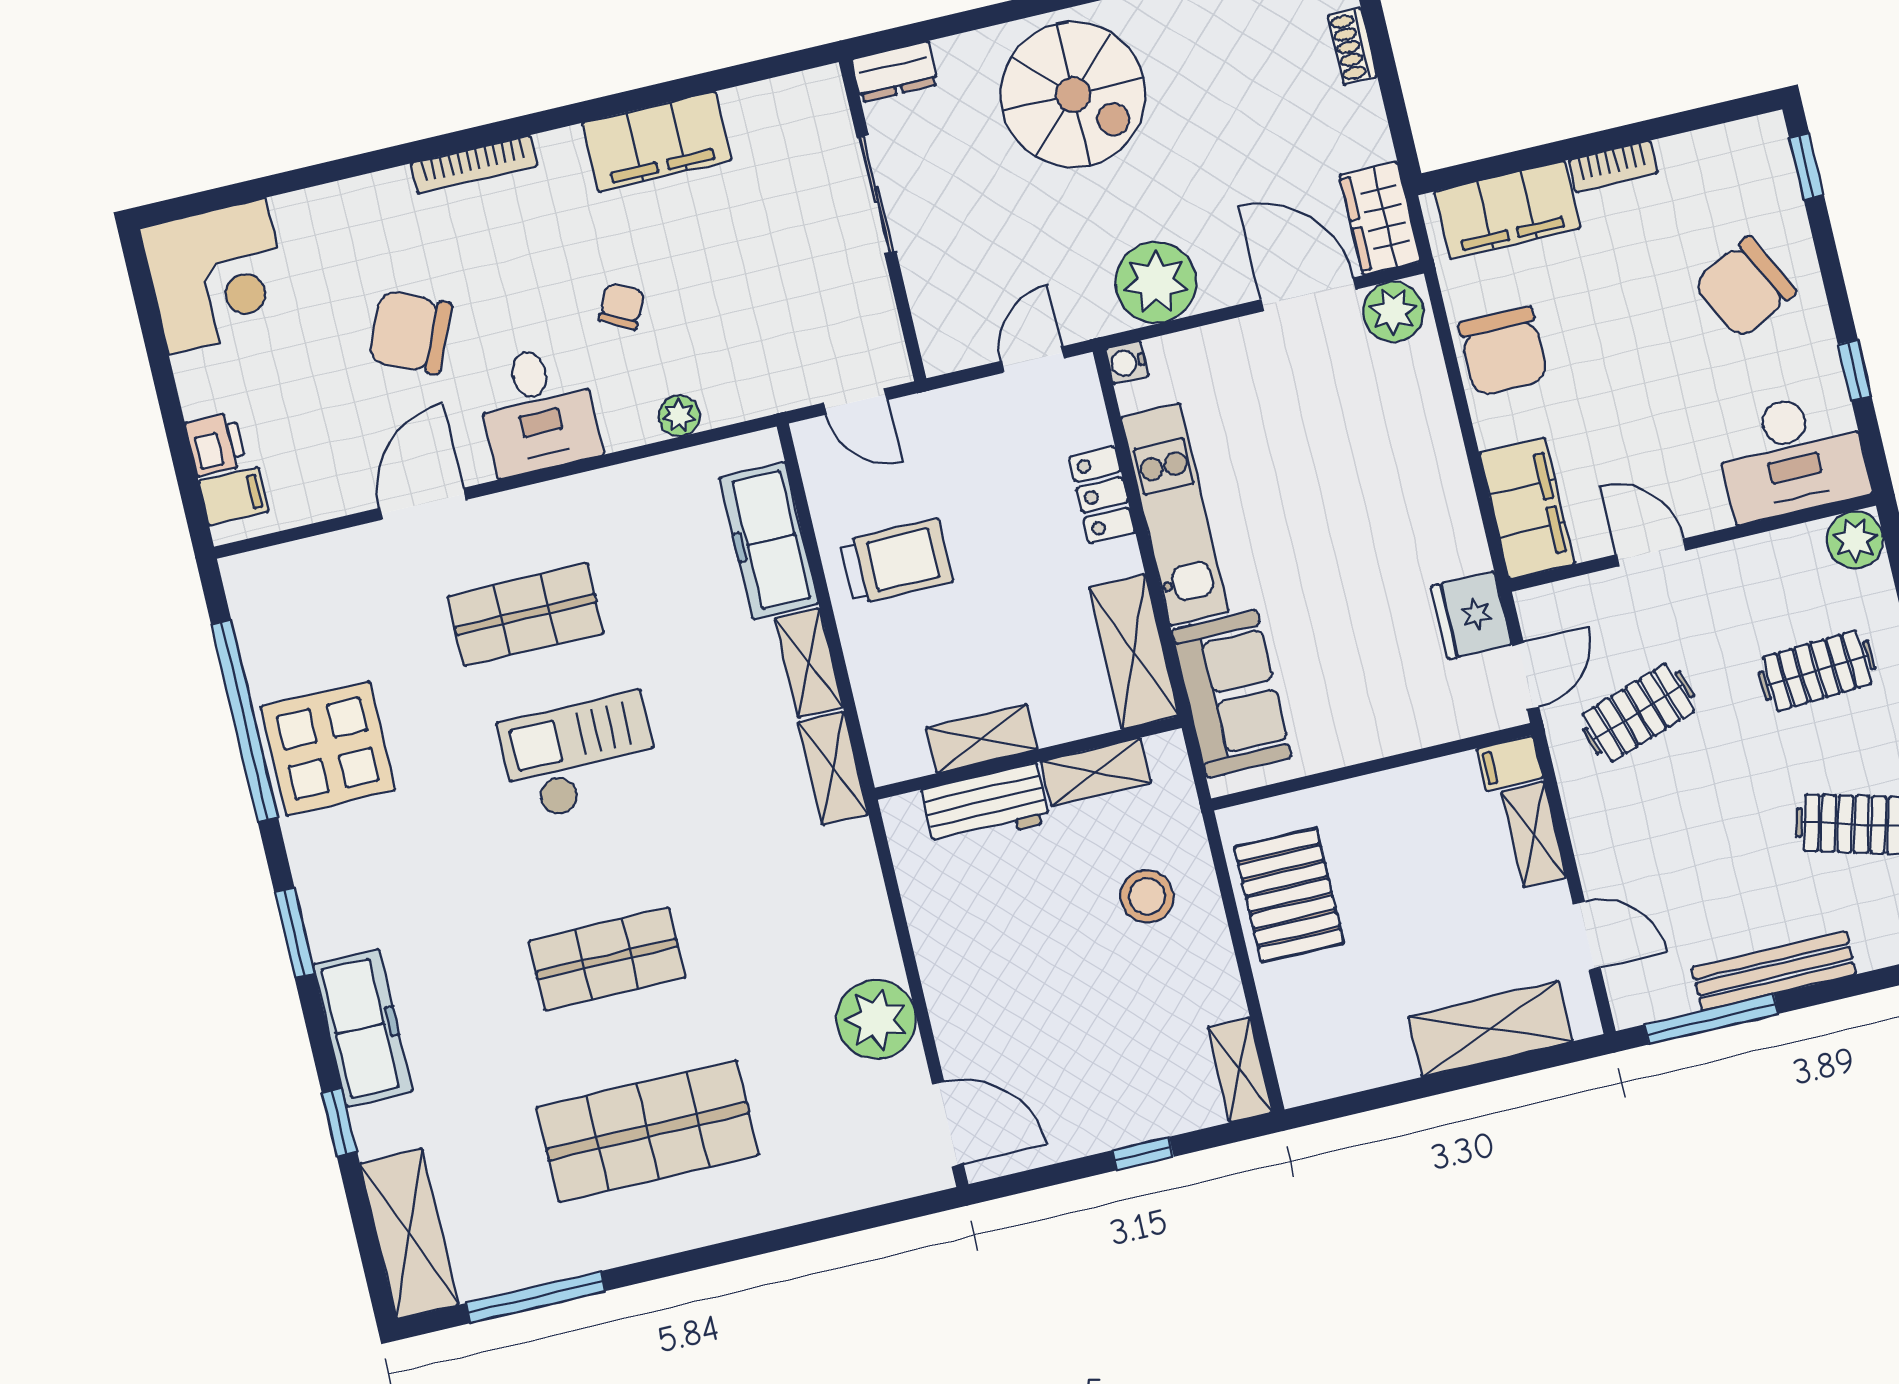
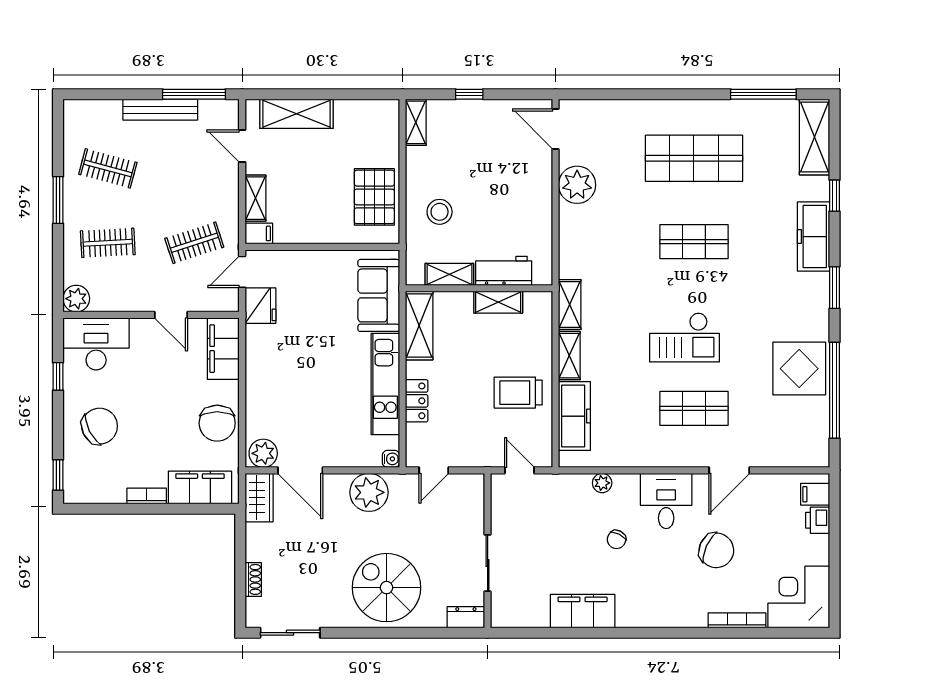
bookcase: (474, 165) -> (737, 620), moved
chair: (1503, 351) -> (217, 423), turned 180

